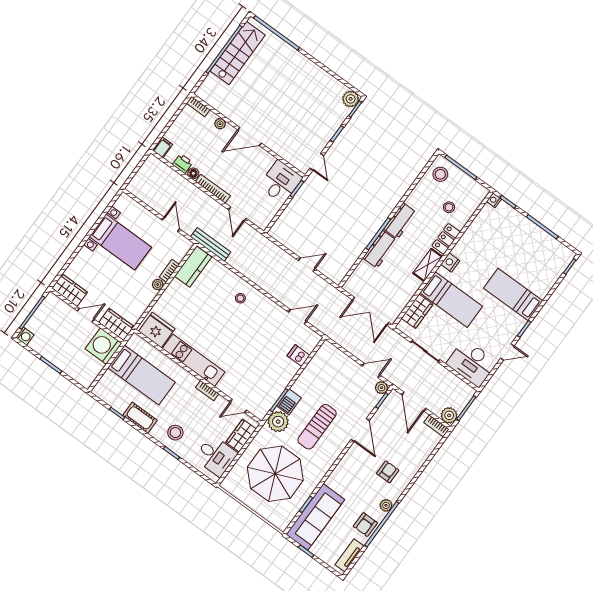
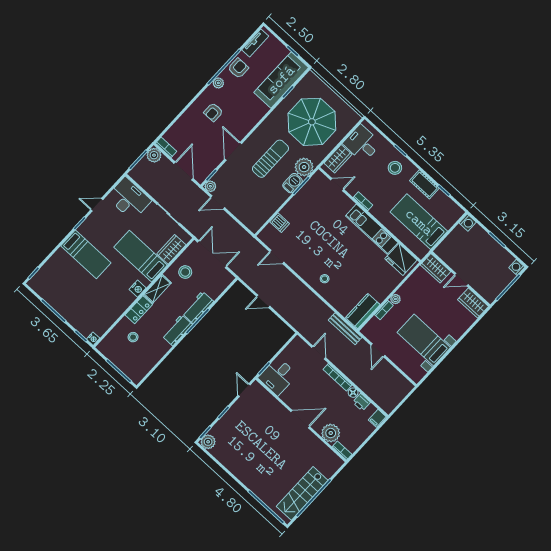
plant: (220, 124) -> (331, 433), width x1.88, depth x1.88
stool: (440, 174) -> (185, 272), moved
washing machine: (103, 346) -> (468, 223), moved, width x0.53, depth x0.53

